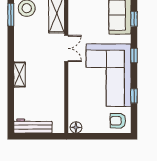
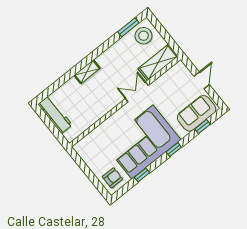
double door: (66, 48) -> (137, 92), swing flipped
armchair: (118, 121) -> (112, 178), turned 90
floor lamp: (76, 127) -> (81, 149), removed

